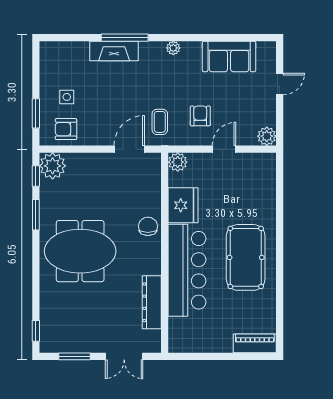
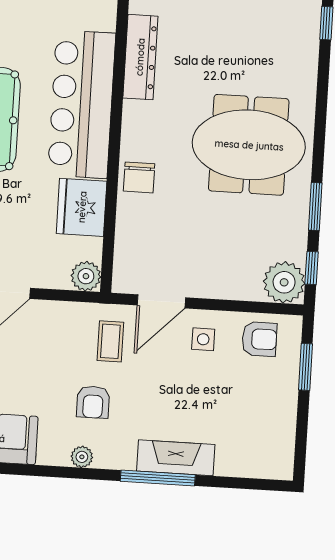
side table: (67, 97) -> (203, 339), moved
armchair: (200, 116) -> (93, 402), moved

